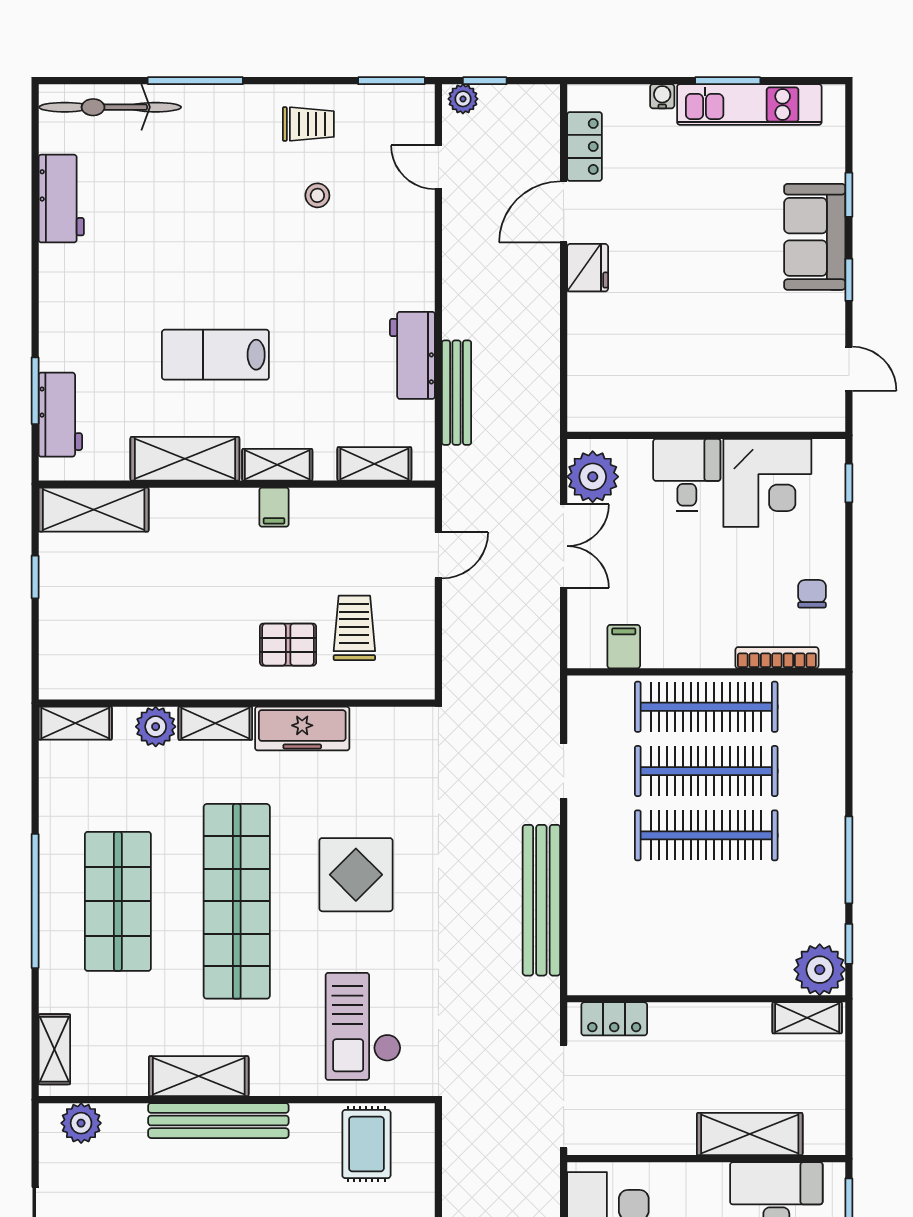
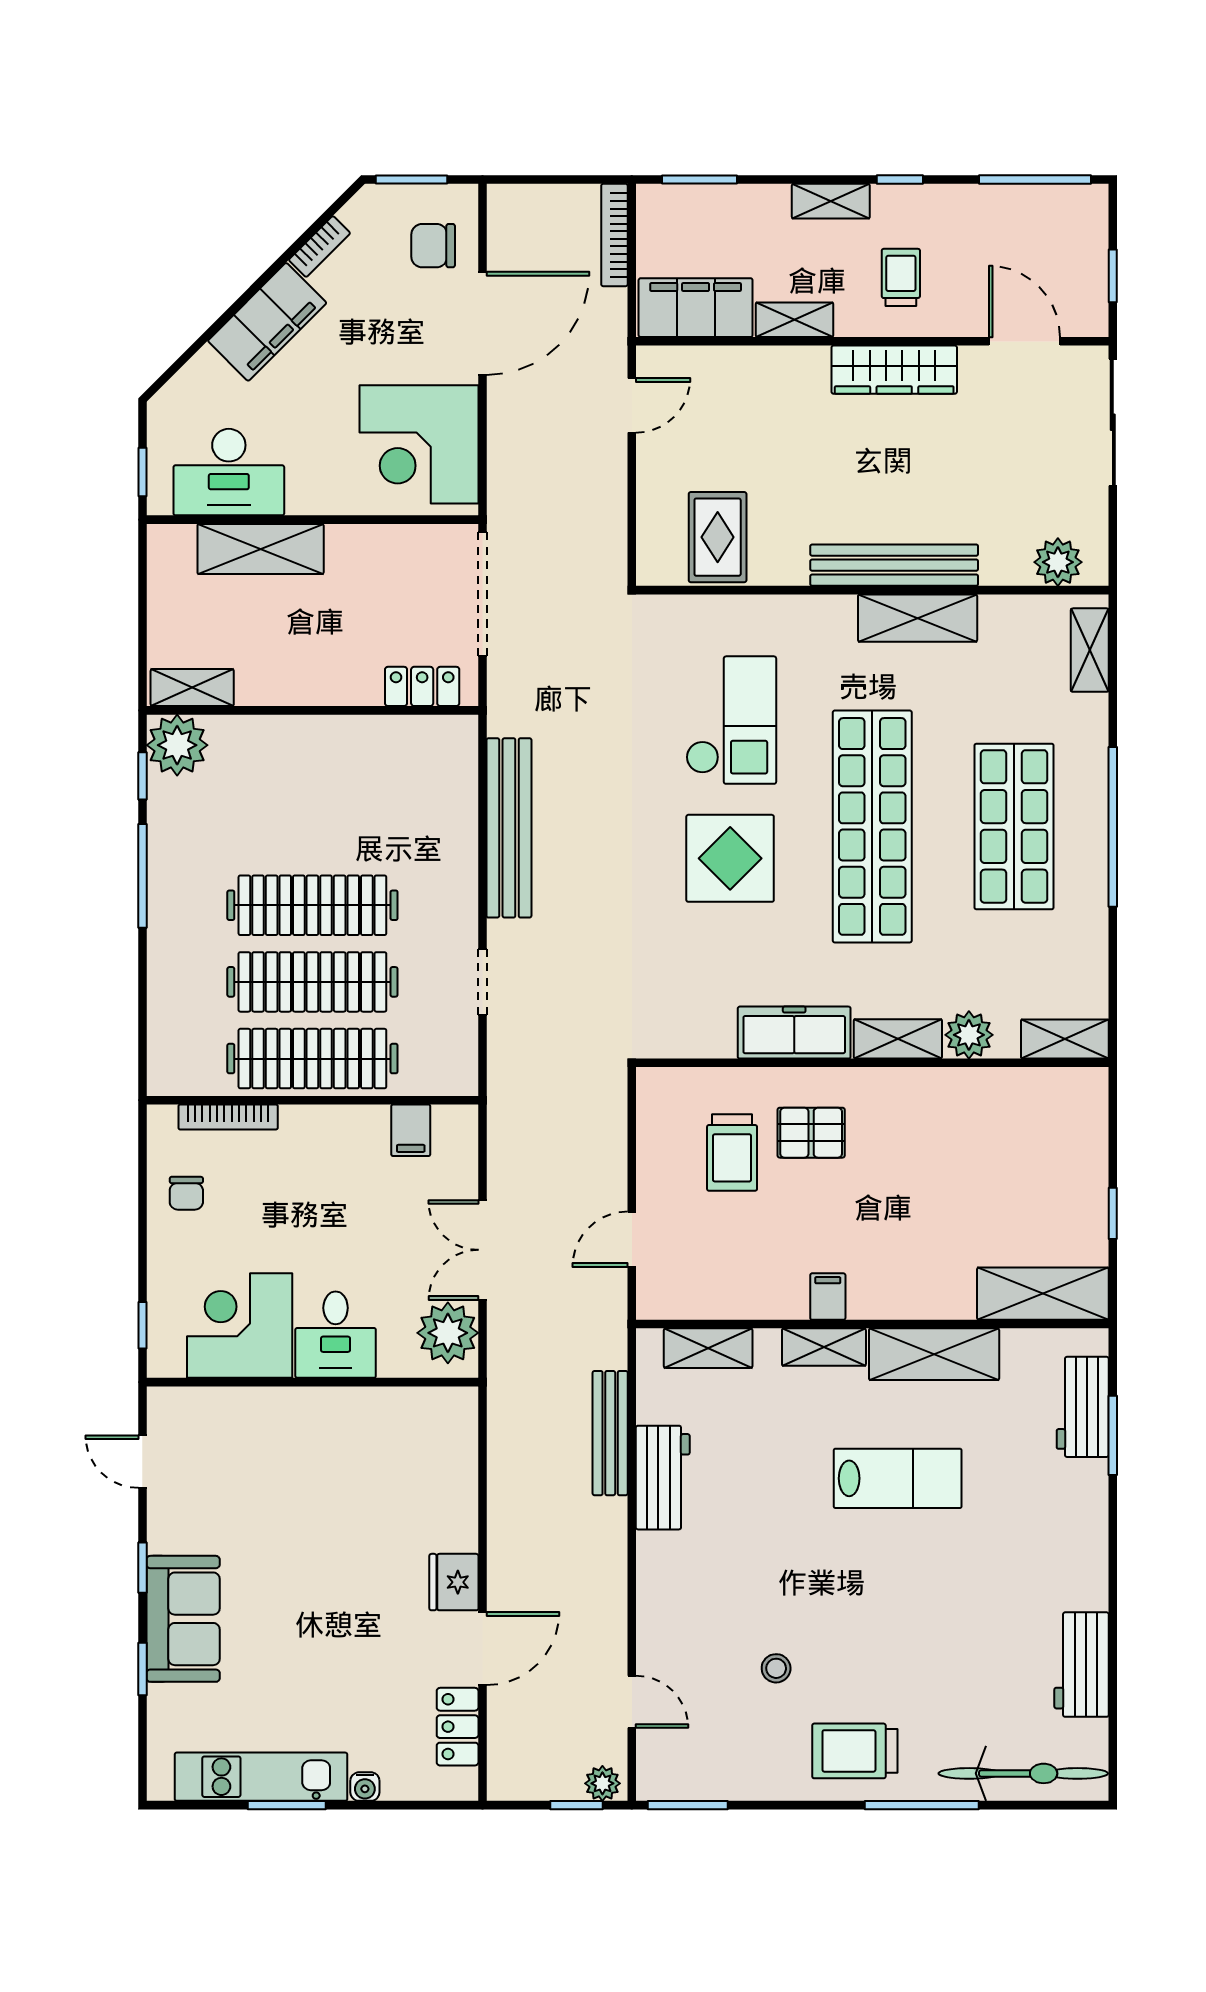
trolley: (308, 124) -> (855, 1751), moved, width x1.36, depth x1.39
checkout: (363, 1026) -> (731, 720), moved

